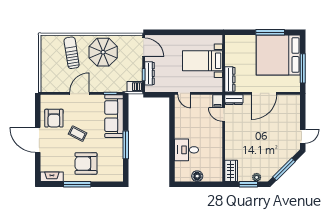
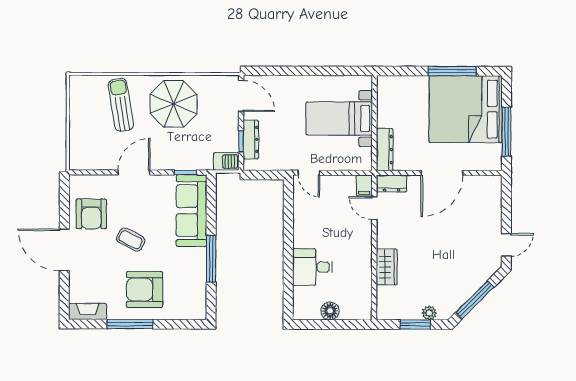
wardrobe: (231, 171) -> (387, 267), moved

